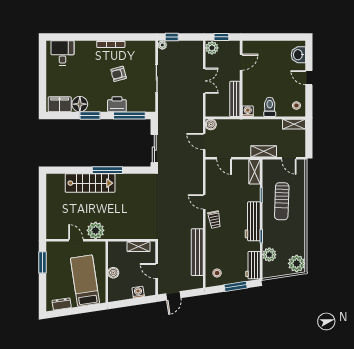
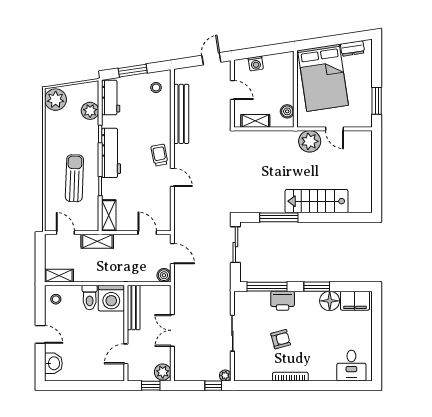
washing machine: (248, 111) -> (111, 298), width x1.89, depth x1.89
window: (107, 170) -> (279, 217), moved
boiler: (113, 273) -> (287, 111), moved
bed: (85, 281) -> (323, 78), width x1.50

